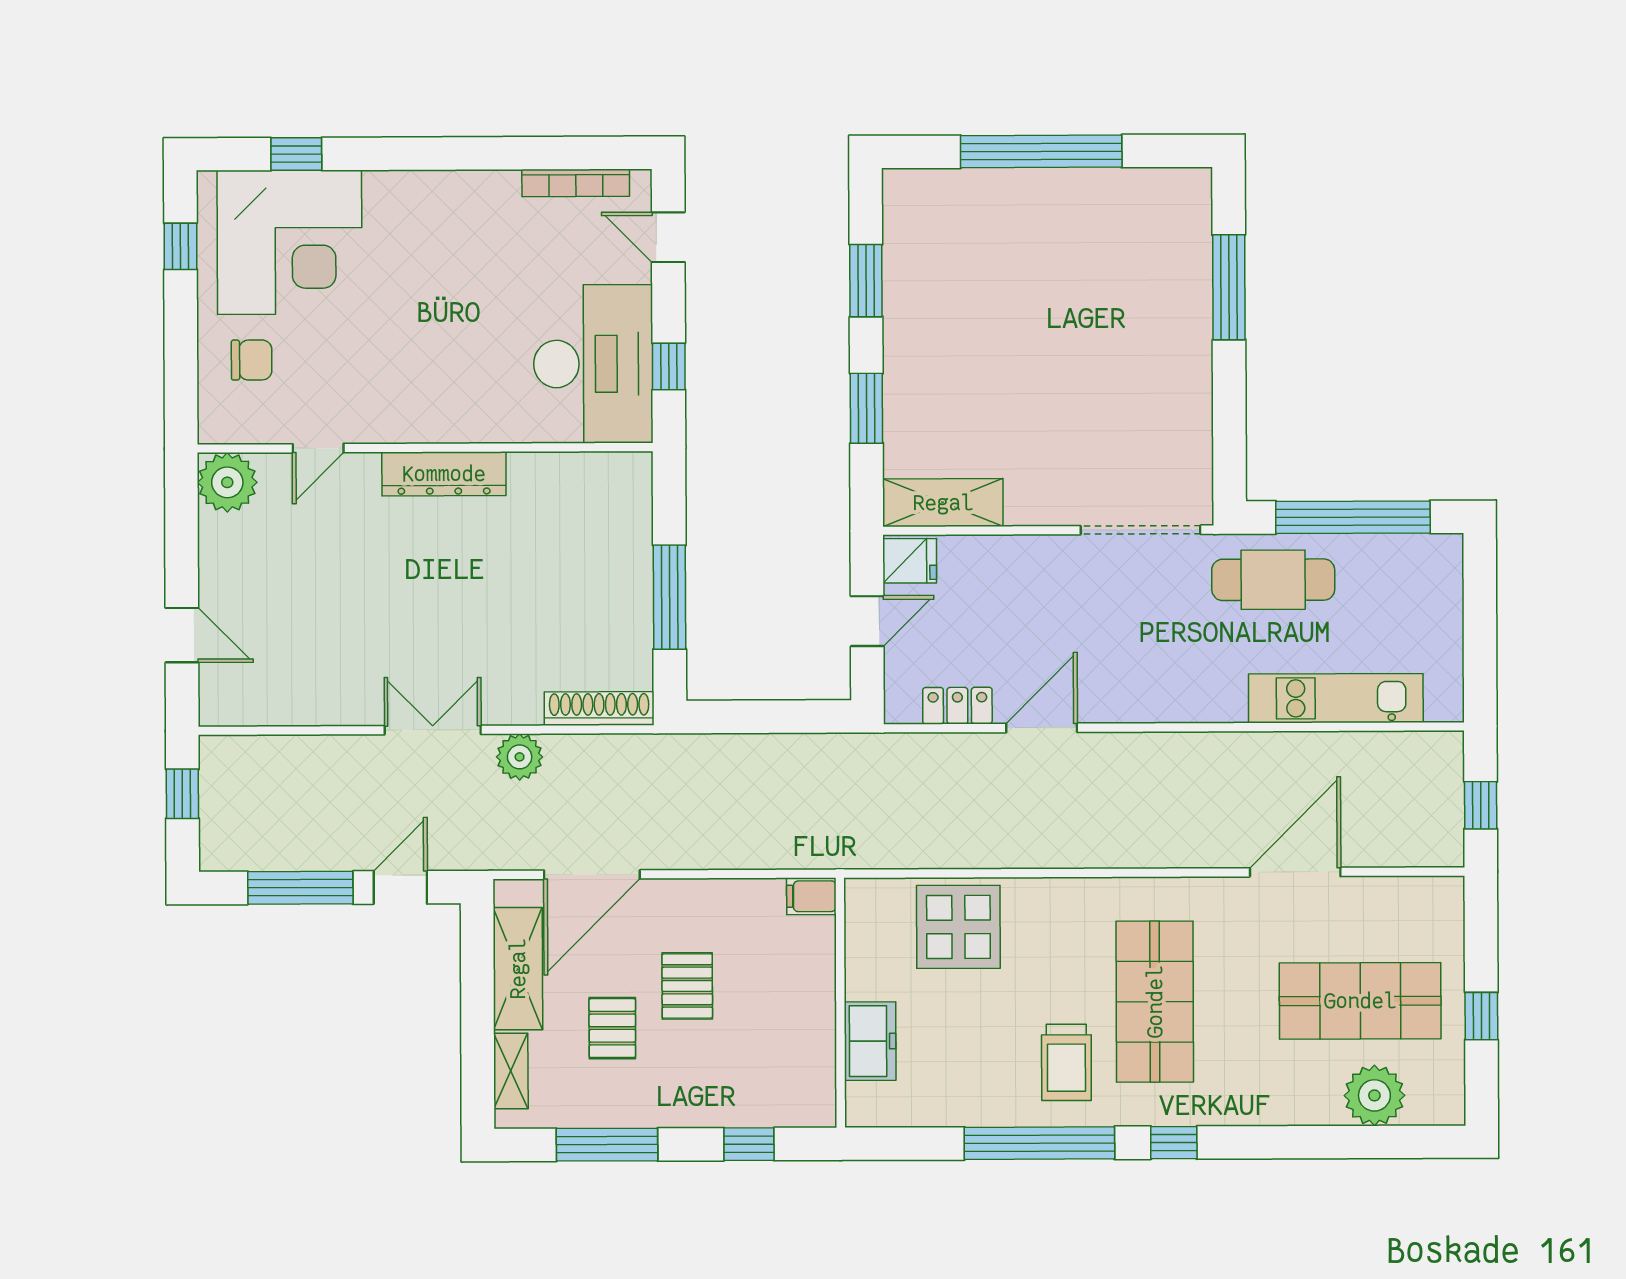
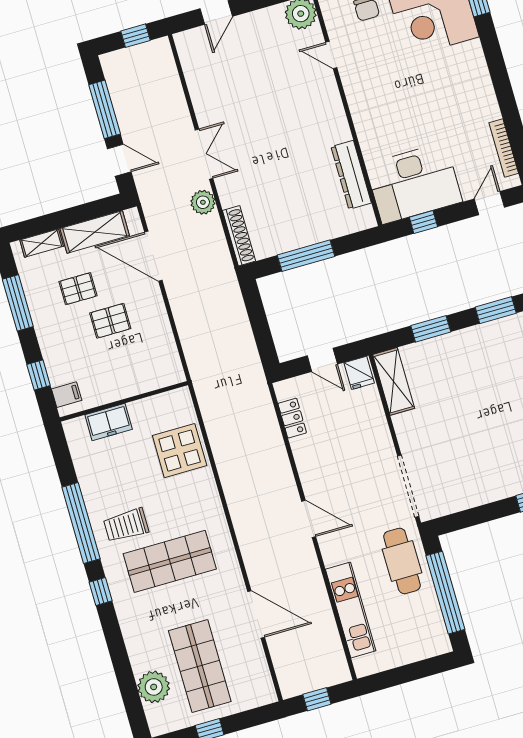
dresser: (444, 474) -> (351, 175), moved
door: (1042, 728) -> (309, 519), moved
filing cabinet: (811, 896) -> (67, 395), moved, turned 90

